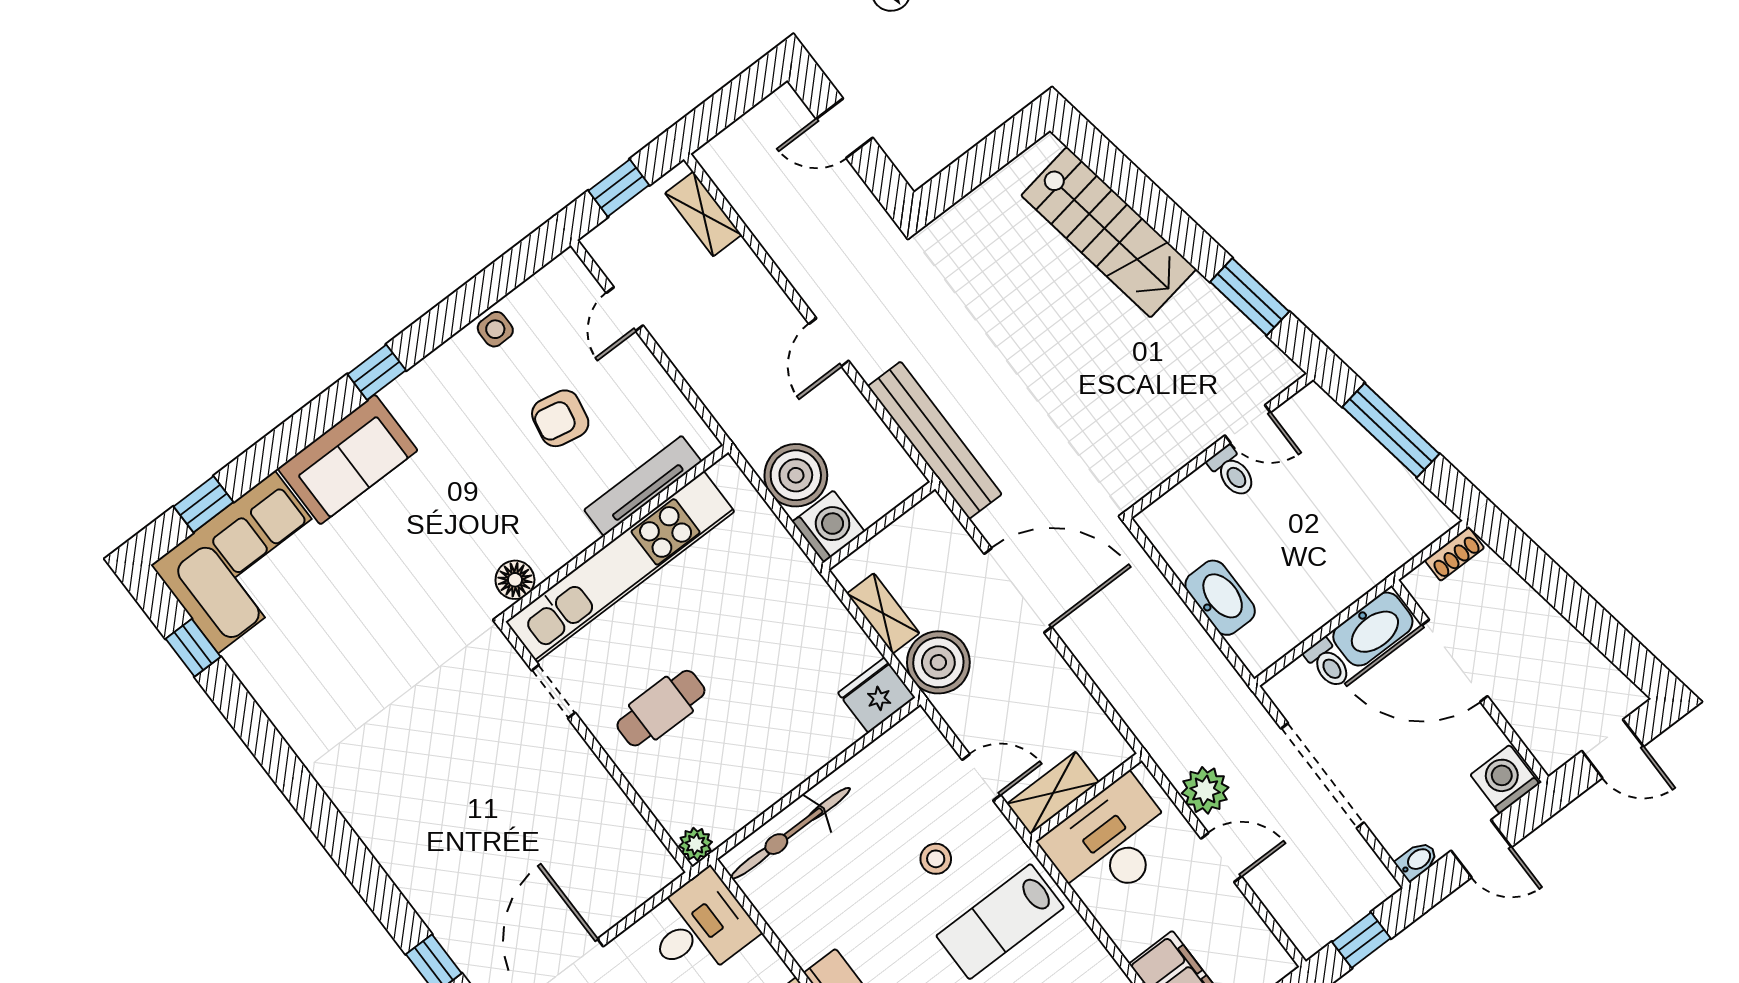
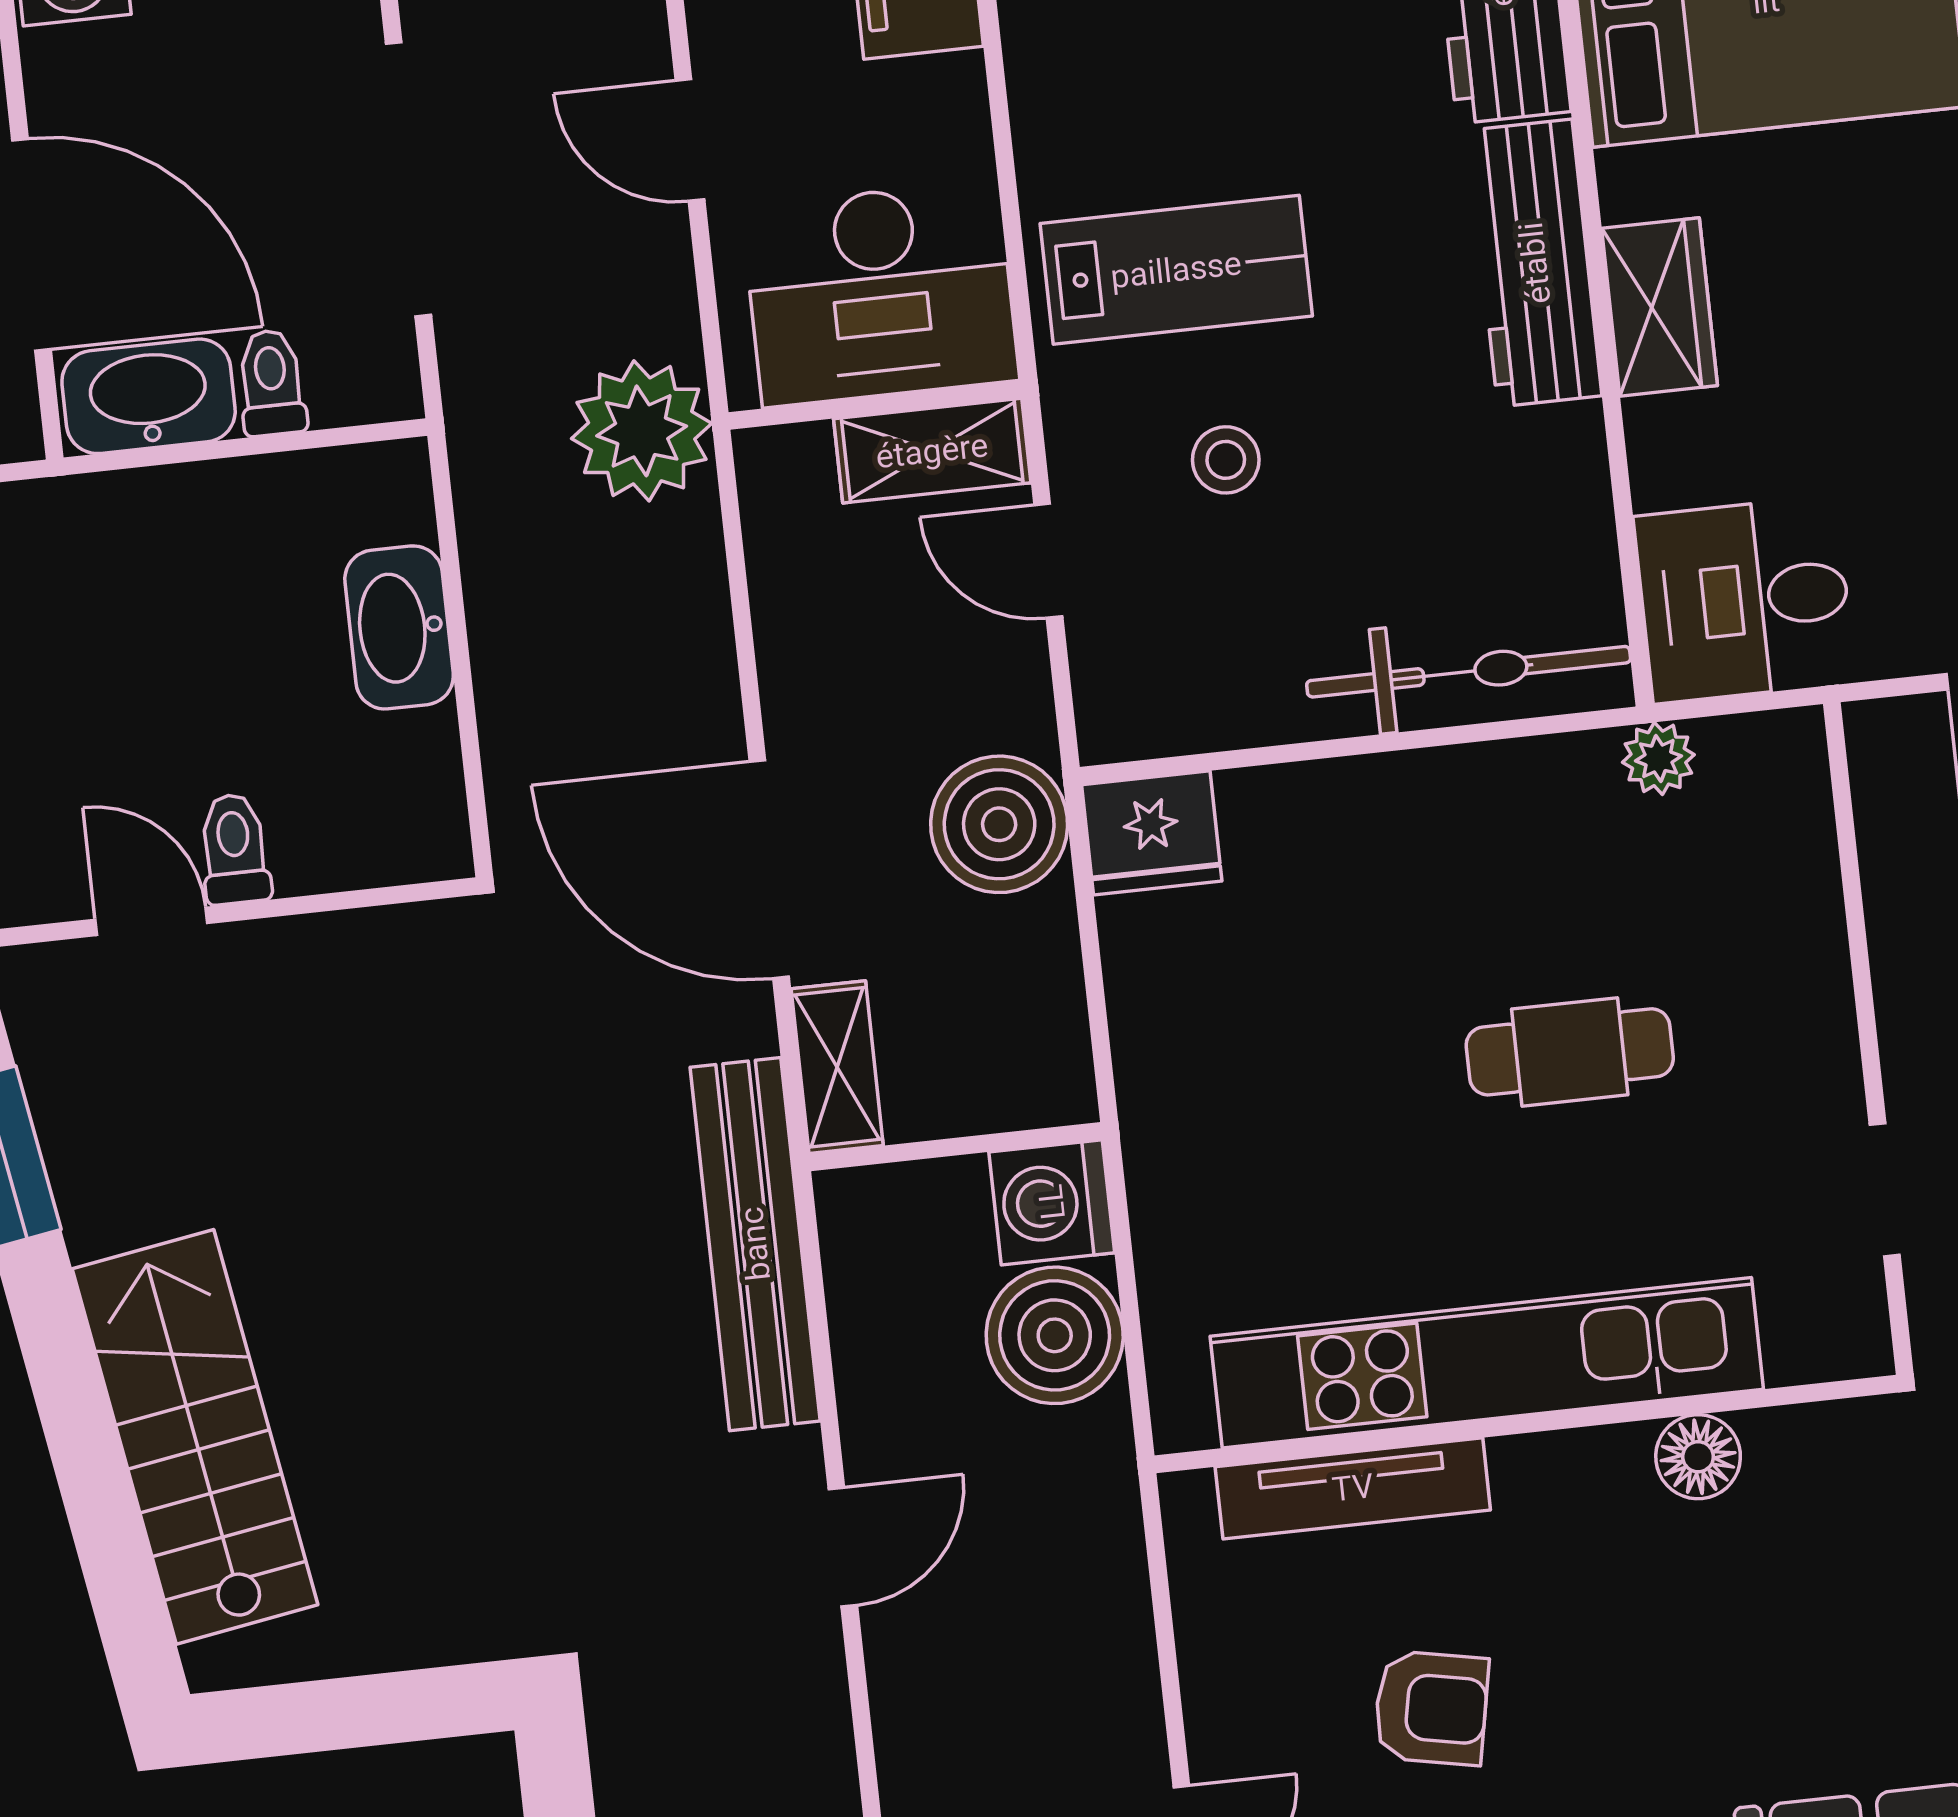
shelving: (883, 613) -> (837, 1067), moved
doorway: (553, 692) -> (1885, 1190), moved
wall: (596, 747) -> (1868, 1039), moved
plant: (1205, 790) -> (642, 431), moved, width x1.36, depth x1.36

